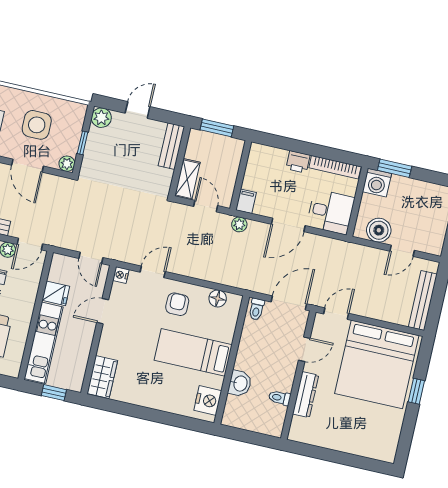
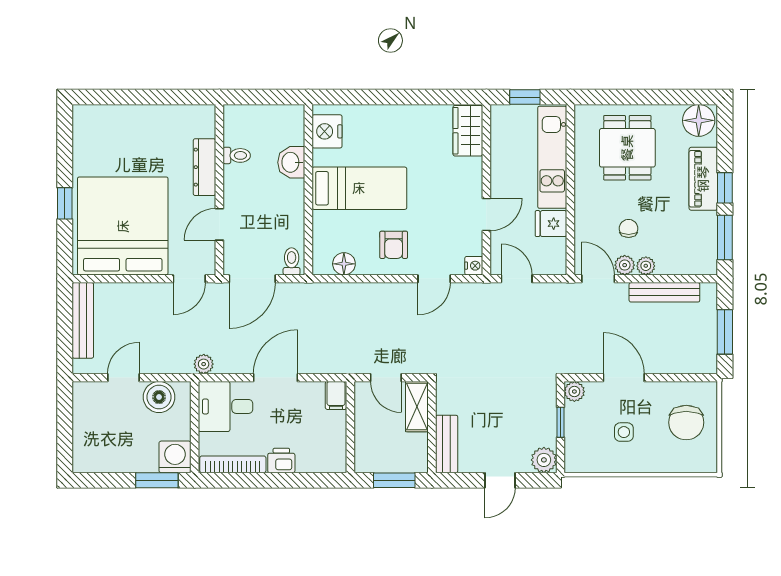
side table: (37, 125) -> (624, 432), width x0.54, depth x0.54
plant: (239, 224) -> (204, 364), moved
door: (30, 244) -> (598, 279), hinge flipped

